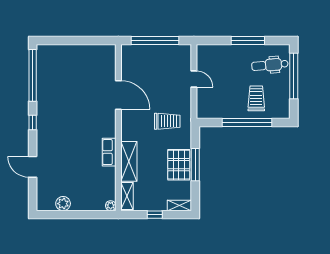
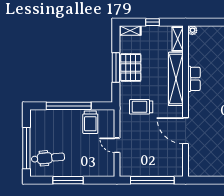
trolley: (256, 98) -> (90, 122), moved
shelving: (129, 161) -> (176, 79), width x1.47

